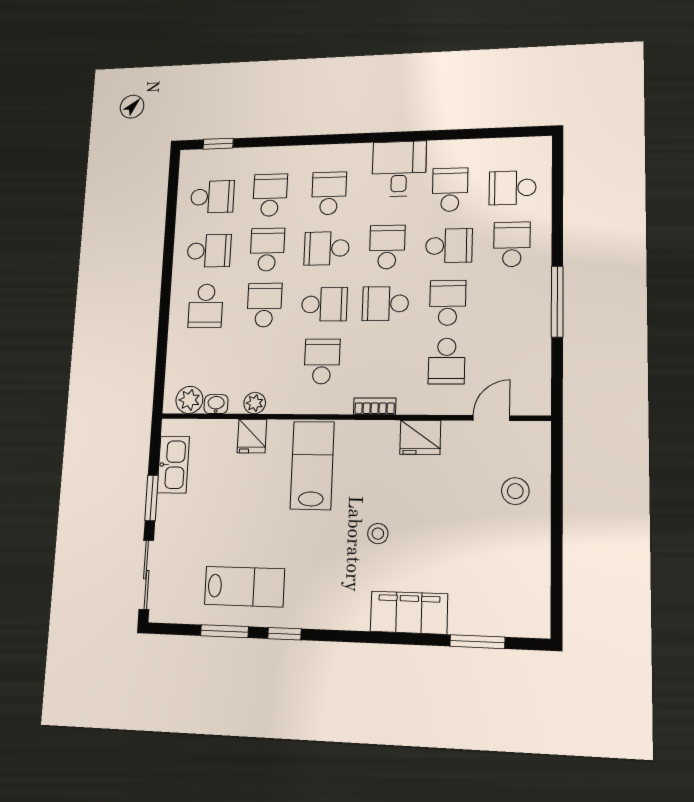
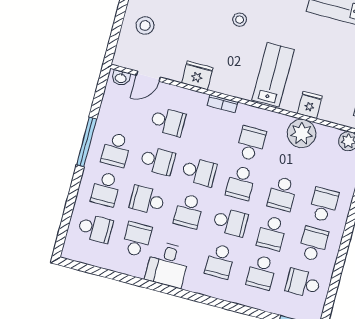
school desk: (450, 190) -> (137, 239), turned 180
school desk: (209, 251) -> (313, 244), turned 90
school desk: (511, 302) -> (116, 150), added
school desk: (448, 303) -> (158, 161), turned -90
school desk: (324, 304) -> (241, 183), turned -90
school desk: (322, 361) -> (251, 144), turned 180
school desk: (447, 361) -> (168, 122), turned 90
plant: (255, 403) -> (302, 133), width x1.87, depth x1.87
washbasin: (216, 404) -> (121, 78), moved
lab bench: (312, 465) -> (273, 75), turned 180

